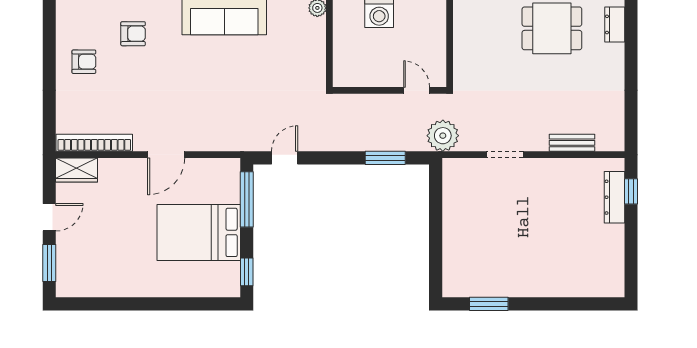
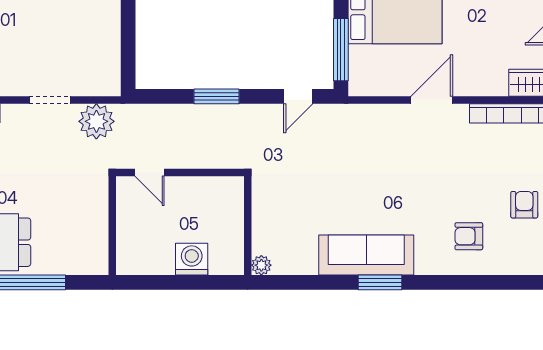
armchair: (84, 62) -> (524, 205), turned 90
plant: (443, 136) -> (96, 121), moved
window: (385, 158) -> (216, 96), moved

